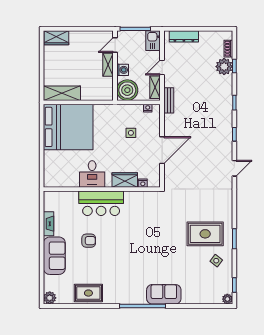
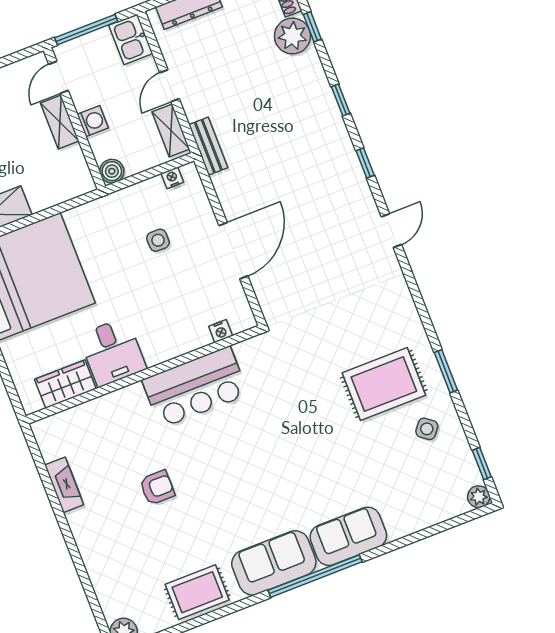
boiler: (127, 90) -> (112, 171), width x0.54, depth x0.54
wardrobe: (125, 180) -> (65, 384), moved
bar counter: (101, 203) -> (195, 387), moved
sofa: (54, 256) -> (274, 563), moved, turned -90

